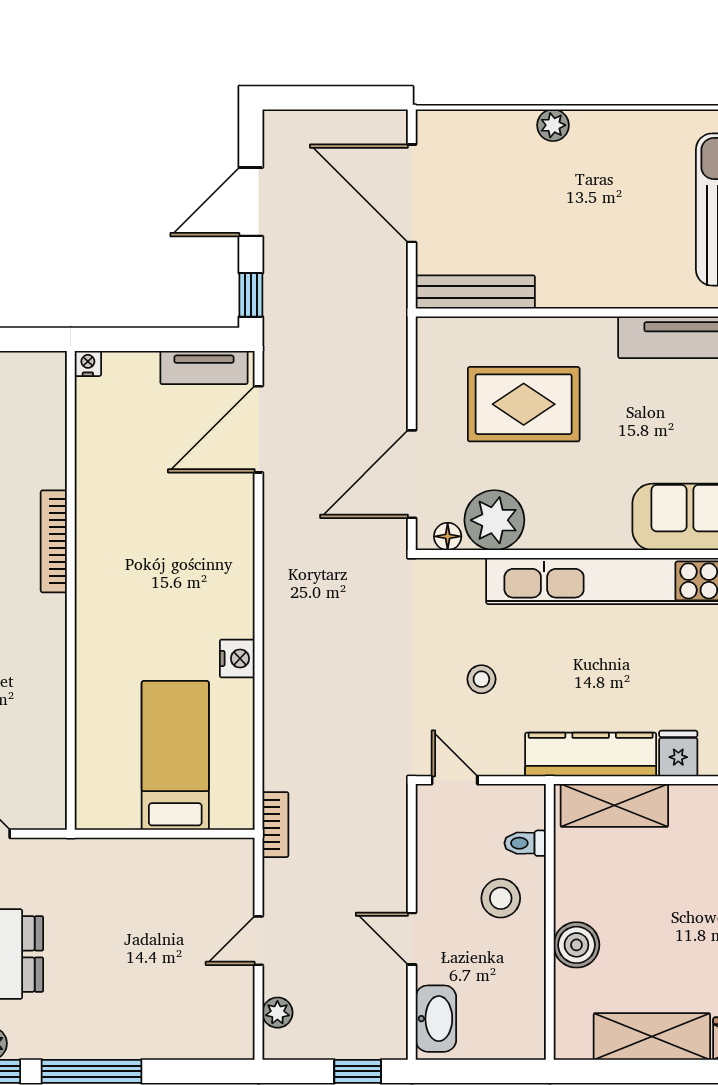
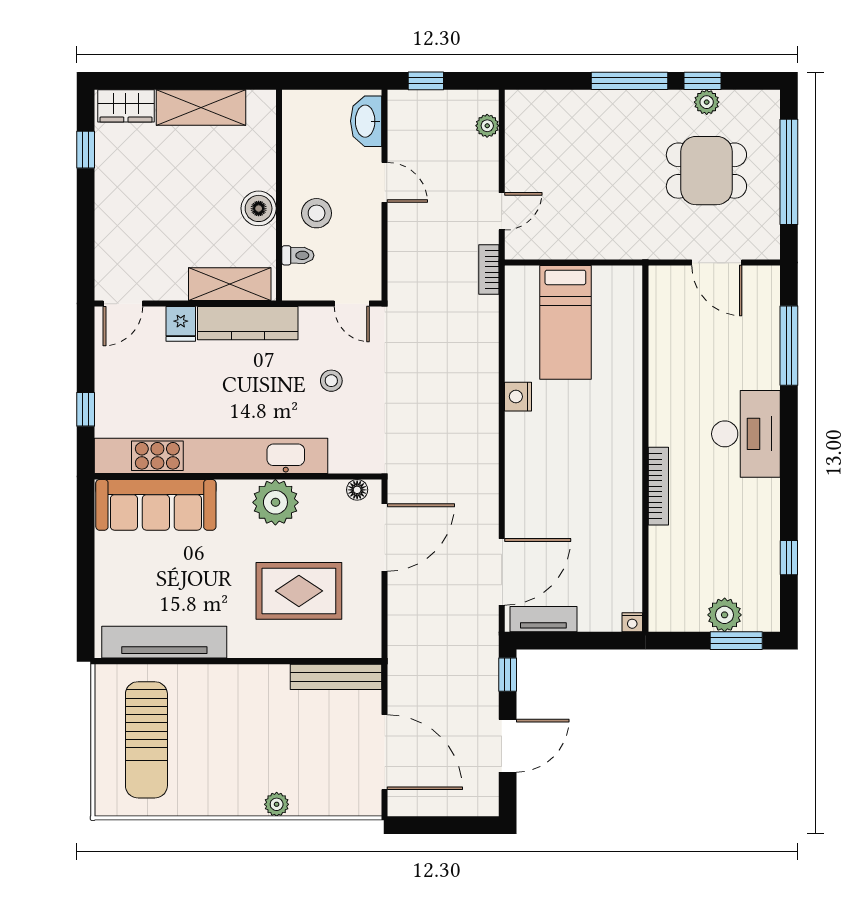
plant: (494, 520) -> (275, 502), moved
door: (259, 941) -> (502, 211), moved
boiler: (576, 945) -> (259, 208), moved

